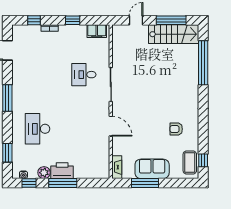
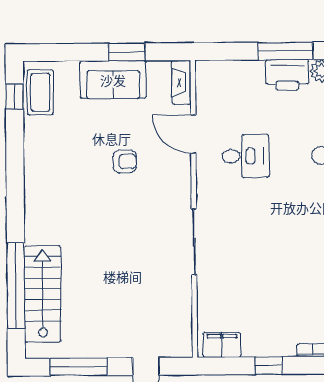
stairs: (174, 34) -> (43, 294), moved, turned 90
desk: (84, 75) -> (245, 156), moved
door: (111, 126) -> (193, 134), moved
armchair: (176, 129) -> (125, 161), moved
window: (145, 183) -> (127, 52), width x0.69

